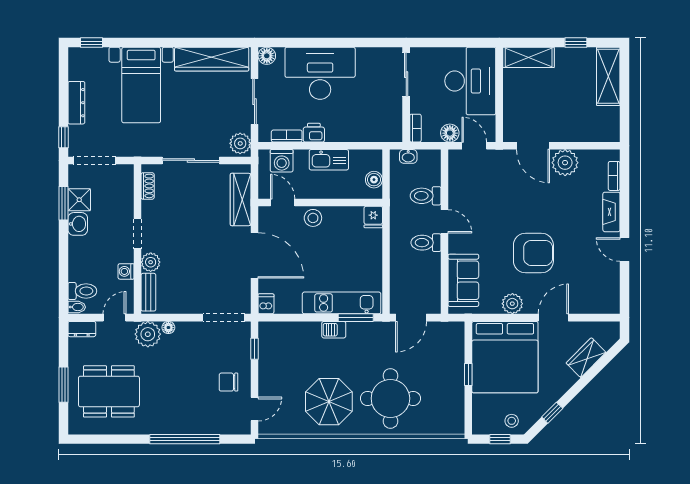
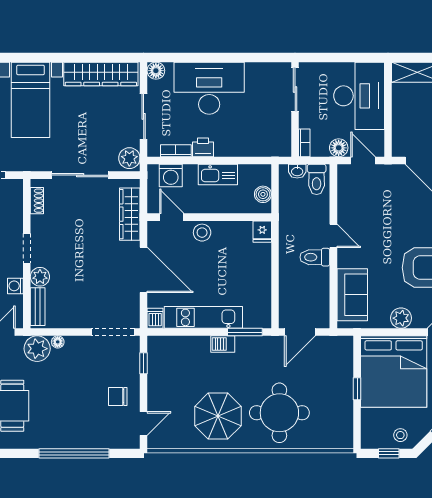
toilet: (426, 196) -> (317, 179), moved, turned -90
kitchen unit: (342, 303) -> (203, 317), moved

